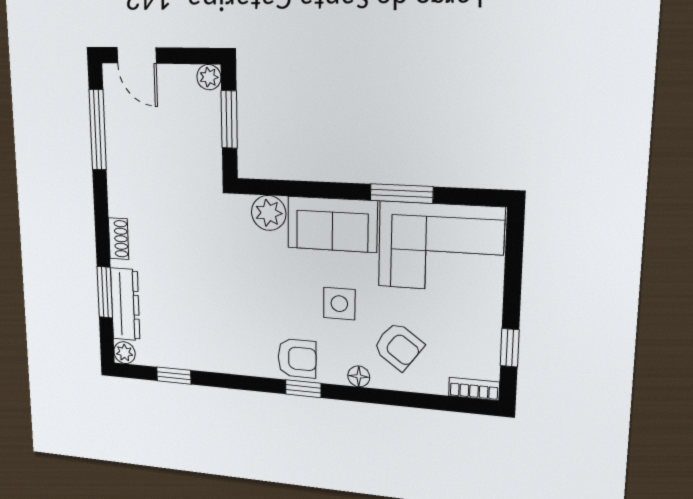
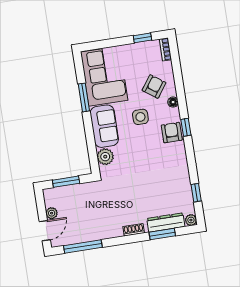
plant: (209, 77) -> (52, 213), moved

